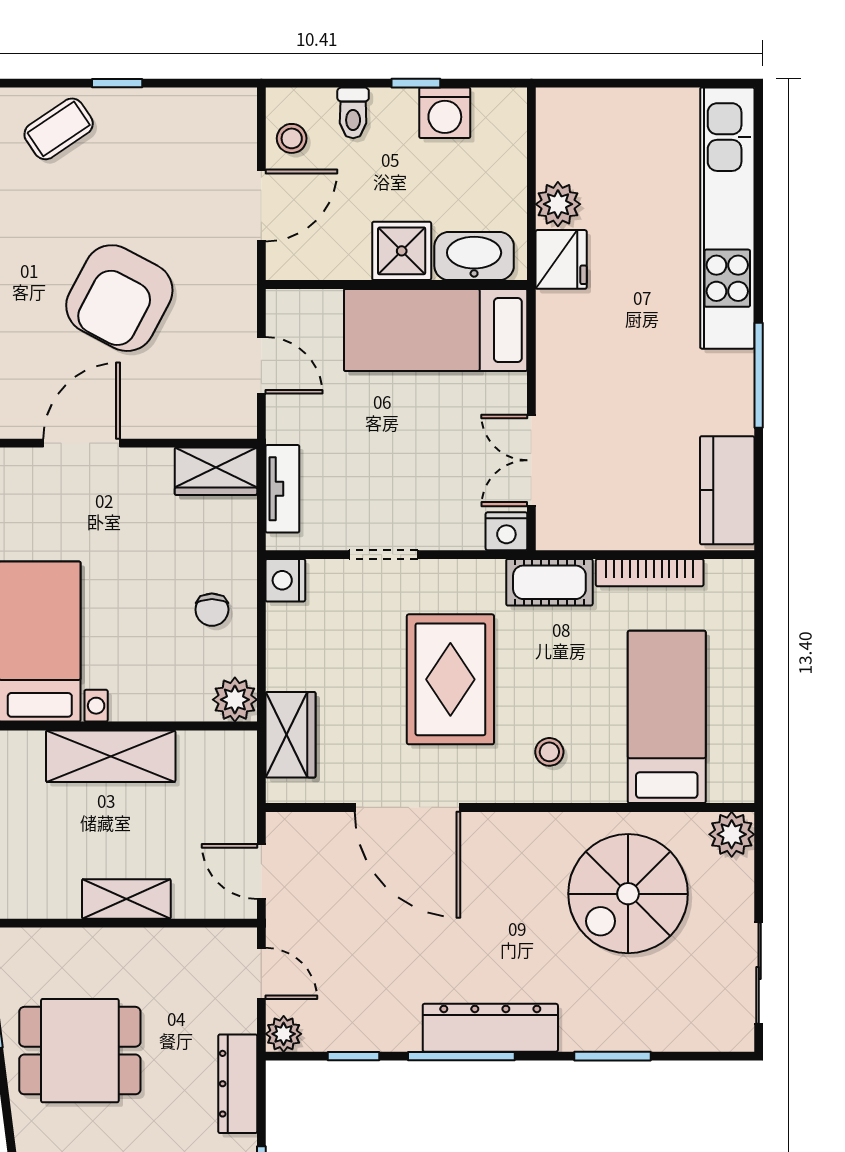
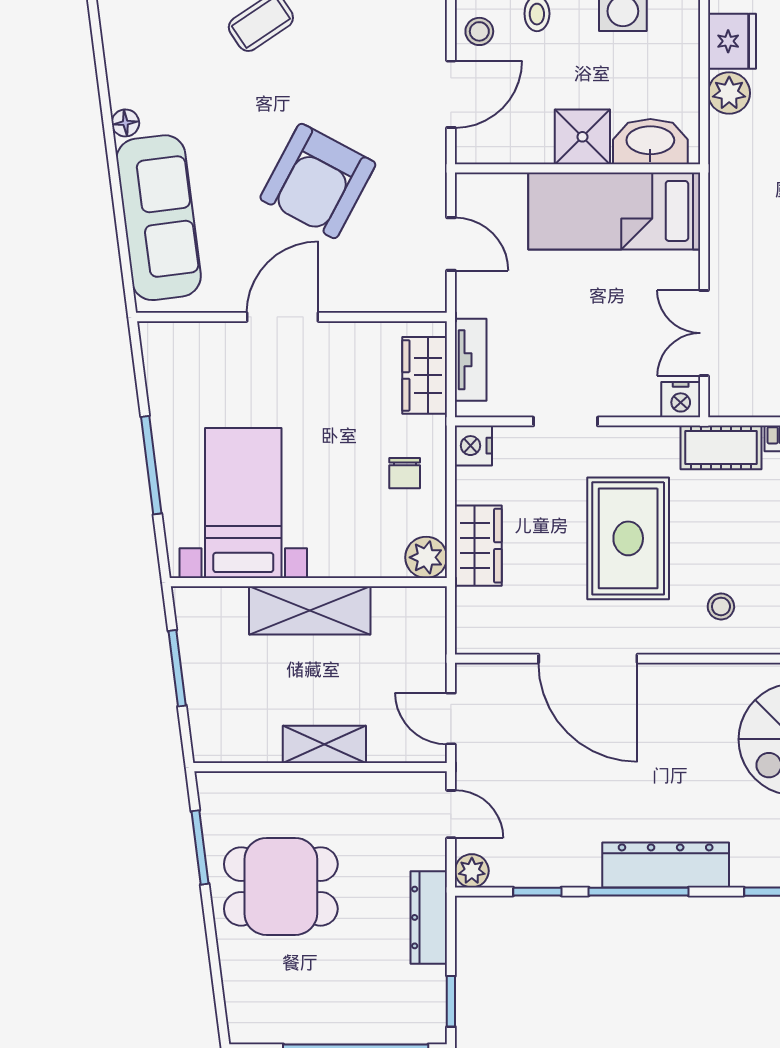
fridge: (561, 259) -> (732, 41), moved
wardrobe: (216, 471) -> (425, 375), moved, turned 90
wardrobe: (291, 735) -> (478, 546), moved

